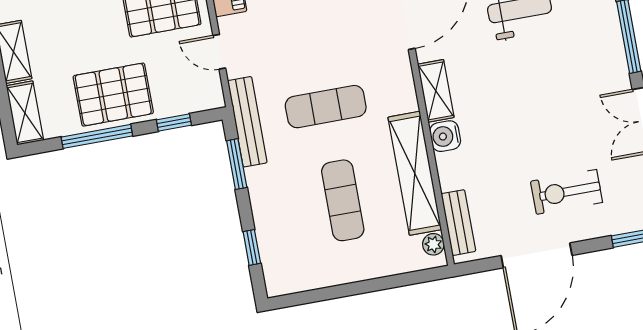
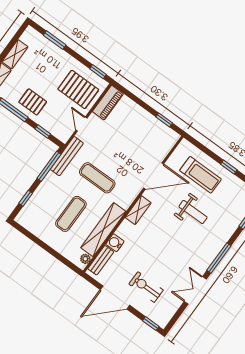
pallet: (113, 95) -> (33, 102), width x0.67, depth x0.71
water cooler: (445, 136) -> (115, 243), moved
window: (237, 164) -> (49, 166), width x1.44

